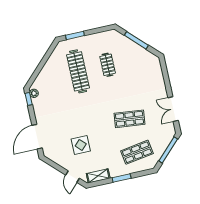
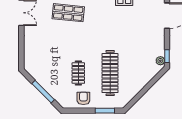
armchair: (98, 42) -> (83, 98), added

